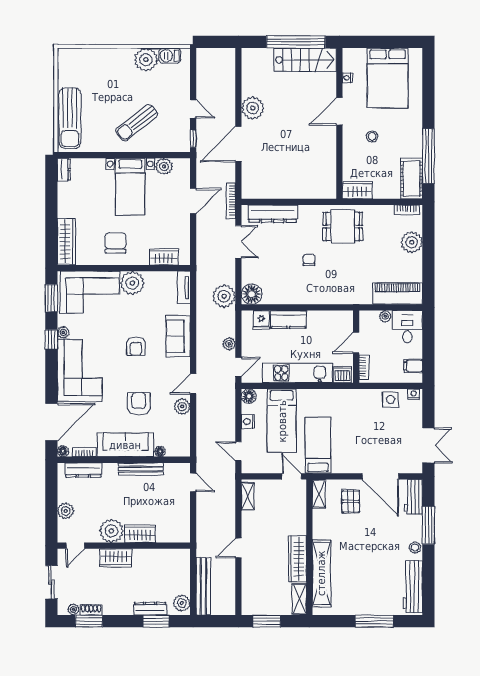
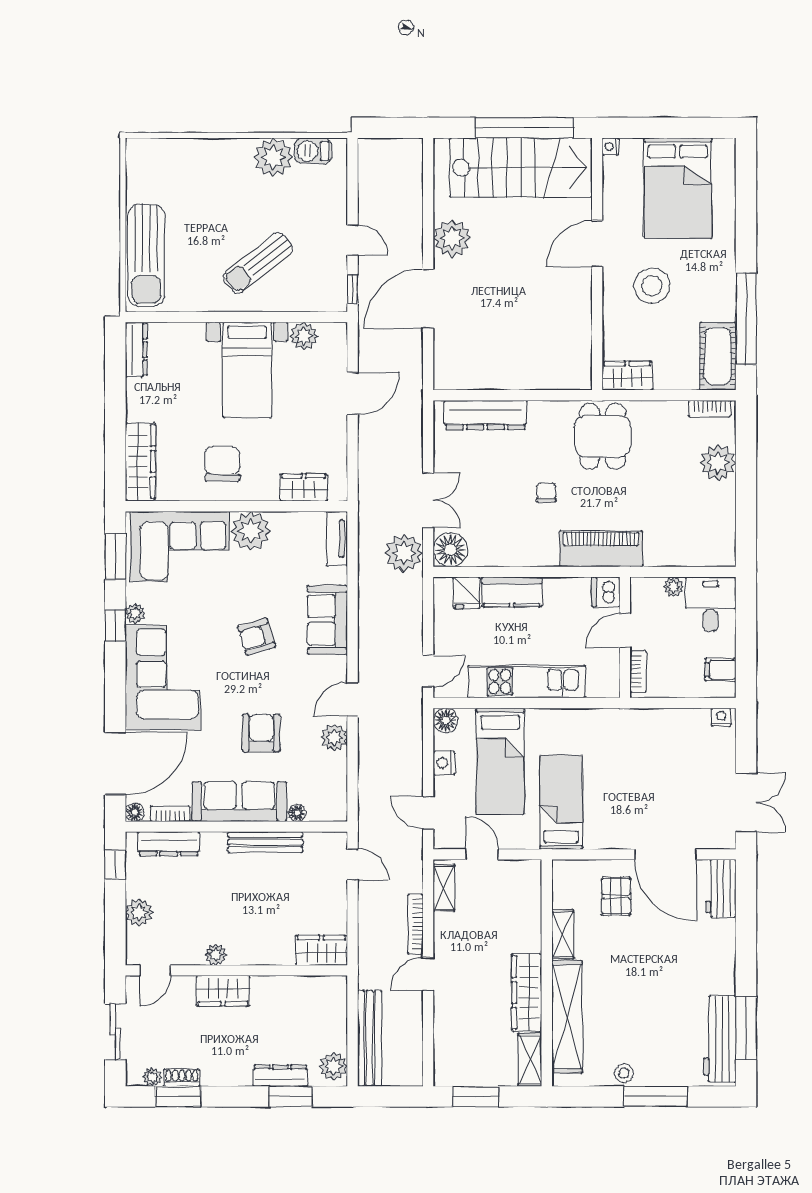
stairs: (305, 60) -> (521, 168), width x1.36, depth x1.51
nightstand: (347, 78) -> (610, 147), moved
stool: (372, 136) -> (652, 286), width x1.89, depth x1.89
dresser: (64, 170) -> (136, 350), width x1.44
bookcase: (231, 201) -> (415, 924), moved
dining table: (343, 226) -> (603, 436), turned 90
double door: (238, 242) -> (428, 500), moved
piano: (398, 294) -> (601, 549), moved
plant: (229, 344) -> (412, 633), removed
armchair: (136, 346) -> (257, 637), turned 73
dishwasher: (342, 374) -> (606, 592), moved, turned -90
side table: (391, 399) -> (683, 726), removed
door: (292, 476) -> (482, 854), moved
window: (51, 483) -> (115, 865), added
shelving: (319, 494) -> (563, 934), moved
window: (428, 525) -> (746, 1028), moved
plant: (111, 531) -> (216, 955), width x0.53, depth x0.53
wardrobe: (140, 534) -> (321, 950), moved
stool: (415, 547) -> (624, 1073), moved

